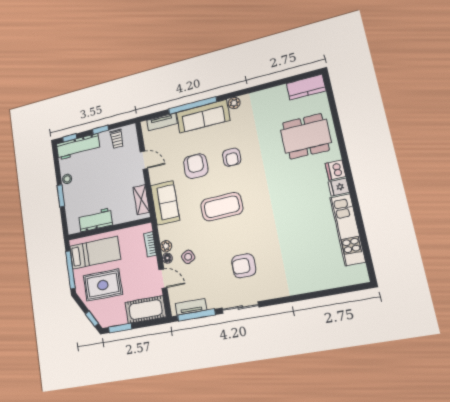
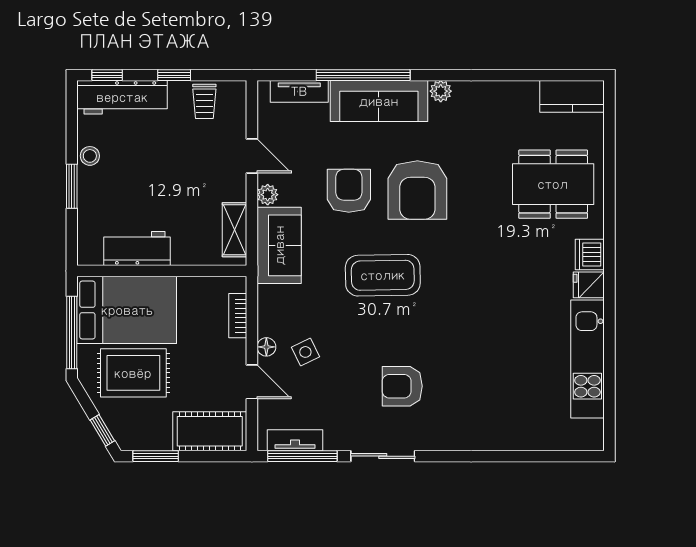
armchair: (232, 157) -> (417, 190), width x1.88, depth x1.88
plant: (166, 246) -> (268, 195), moved
bed: (95, 253) -> (127, 310), width x1.50

